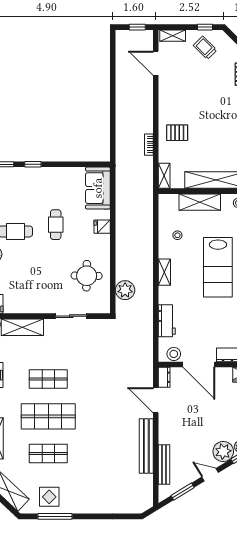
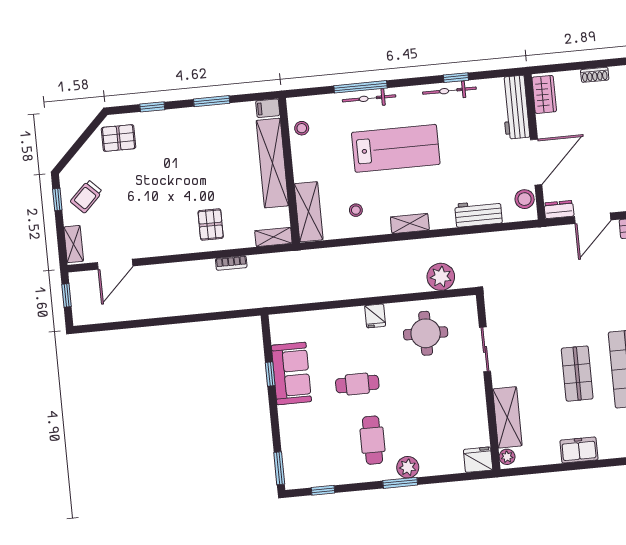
window: (33, 164) -> (270, 374), moved
sofa: (98, 188) -> (291, 373), moved, turned -90
shelving: (200, 202) -> (309, 212), moved
fridge: (102, 227) -> (375, 316), moved

